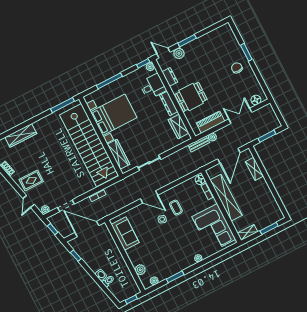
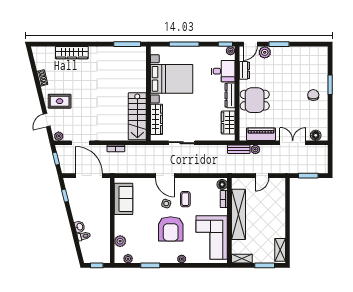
door: (163, 53) -> (250, 44), swing flipped
stairs: (89, 145) -> (137, 116), width x0.54, depth x0.66
door: (229, 156) -> (262, 176), width x0.53
shelving: (254, 169) -> (280, 250), moved
armchair: (177, 238) -> (171, 229), added

